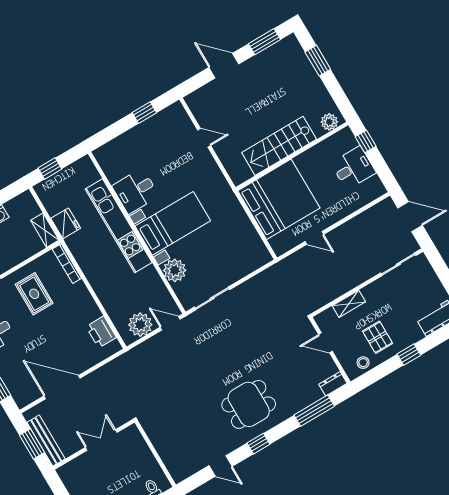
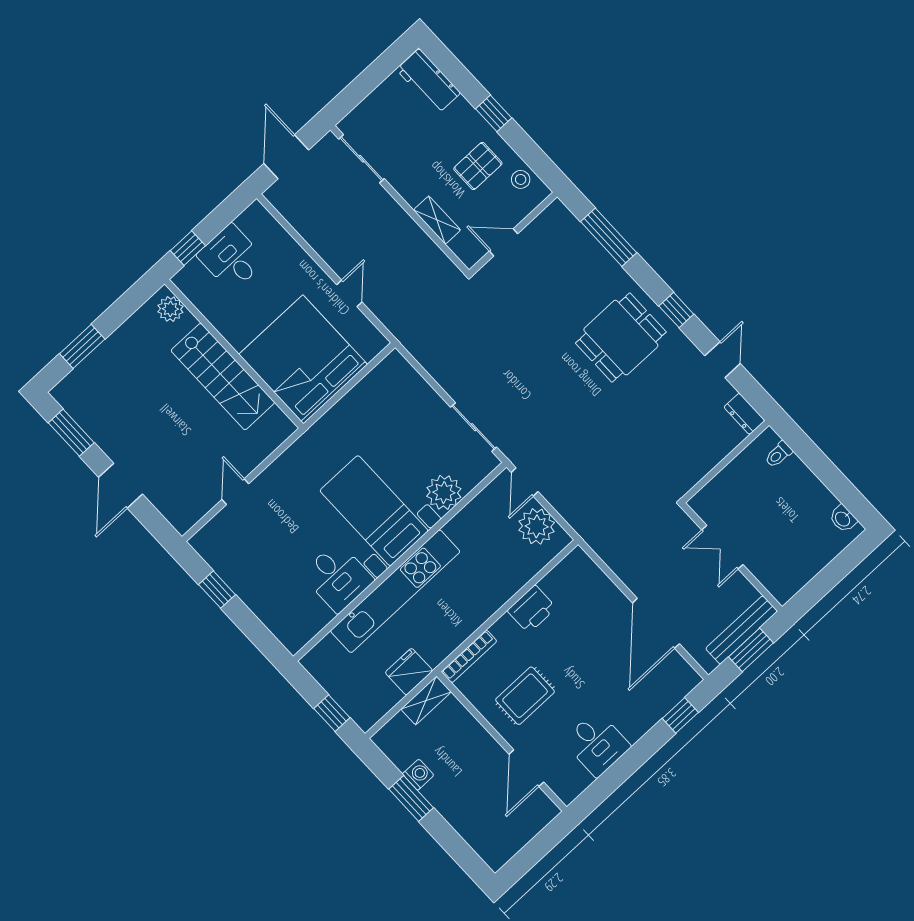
printer: (101, 332) -> (532, 609), moved
door: (325, 343) -> (503, 242), swing flipped
dresser: (333, 384) -> (744, 414), moved
dining table: (249, 404) -> (621, 338), turned 90

